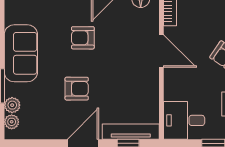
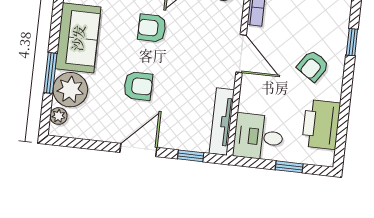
plant: (12, 105) -> (70, 90), width x1.88, depth x1.88
tv unit: (131, 132) -> (222, 122), moved, turned -90

